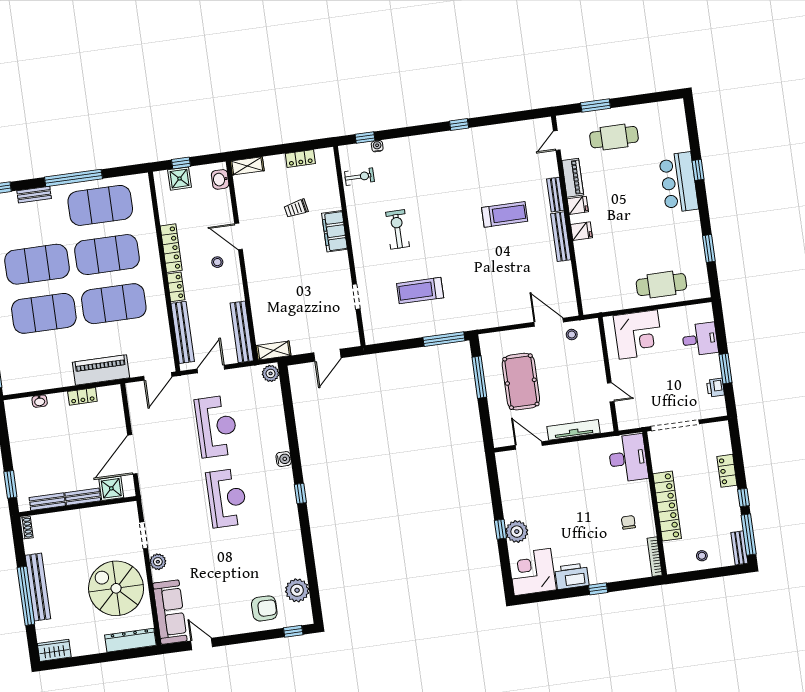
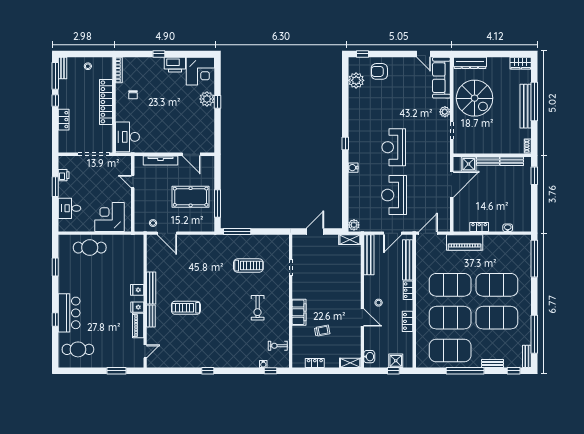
cafe table: (614, 137) -> (78, 349), moved
locker: (171, 248) -> (408, 321), width x0.66
pool table: (521, 382) -> (191, 197), turned 90

